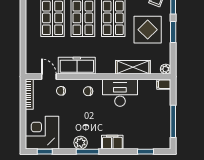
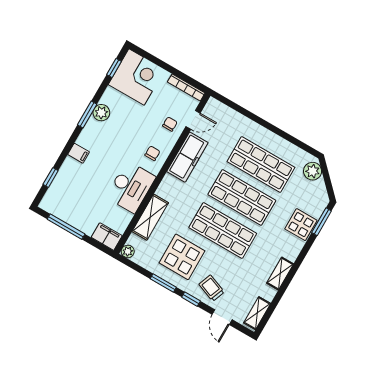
filing cabinet: (164, 84) -> (107, 237), width x2.00
filing cabinet: (112, 142) -> (79, 153), width x0.50

